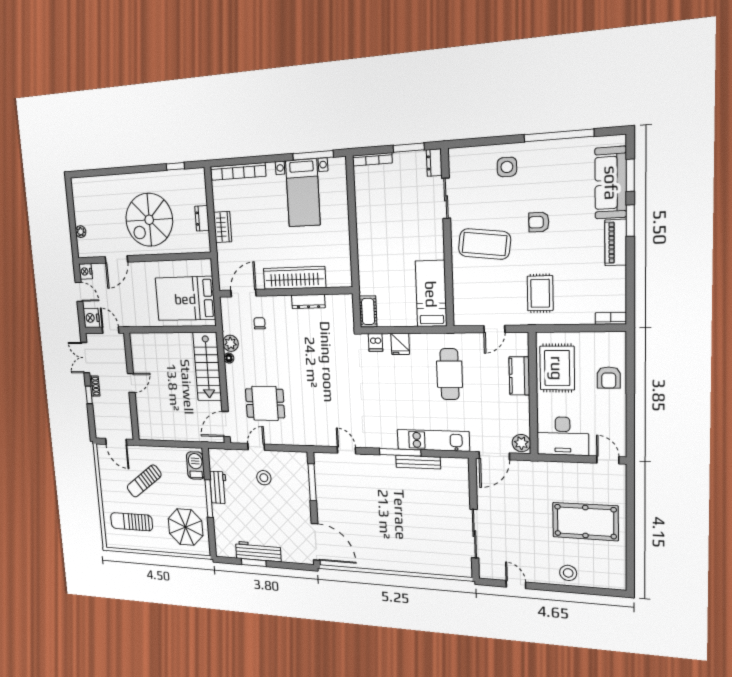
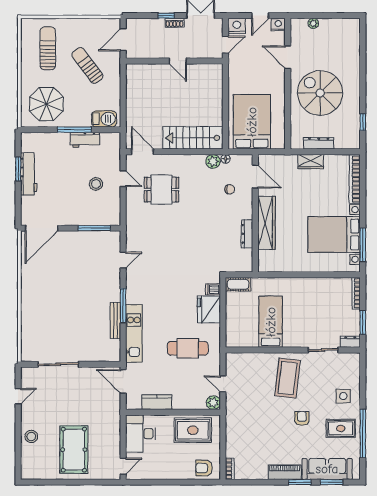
bed with nightstands: (303, 193) -> (334, 234), width x1.36
dresser: (202, 218) -> (319, 143), width x1.44
rug: (540, 293) -> (341, 428), moved
bed: (431, 294) -> (271, 322), moved, turned -90
fridge: (400, 344) -> (209, 309), width x1.88, depth x1.34
floor lamp: (229, 358) -> (226, 159), moved
kitchen counter: (519, 376) -> (157, 402), moved
armchair: (609, 378) -> (204, 468), moved
dining table: (265, 403) -> (161, 190), turned 90
plant: (521, 443) -> (213, 403), moved

